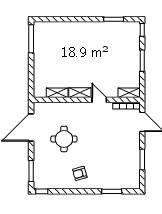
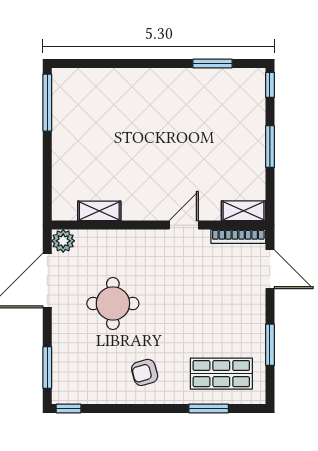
shelving: (80, 93) -> (145, 211), removed
door: (99, 100) -> (184, 225), hinge flipped
plant: (39, 108) -> (63, 241), added
shop shelf: (118, 174) -> (221, 374), added

